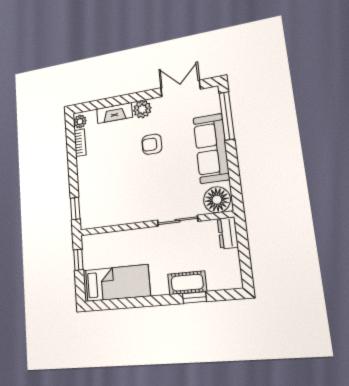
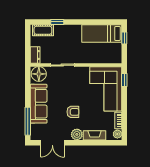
corner sofa: (103, 190) -> (106, 89), added
window: (78, 260) -> (124, 38), moved
cot: (187, 283) -> (43, 30), moved

